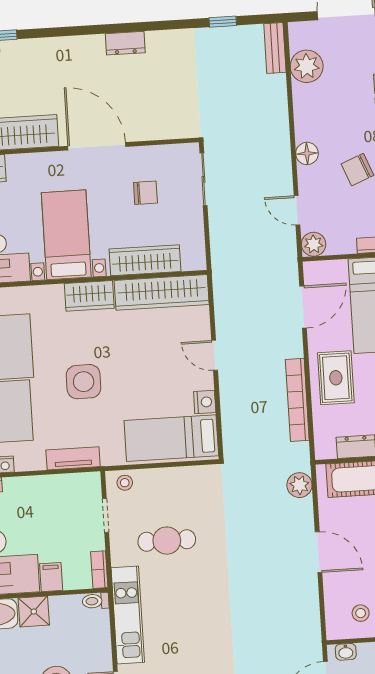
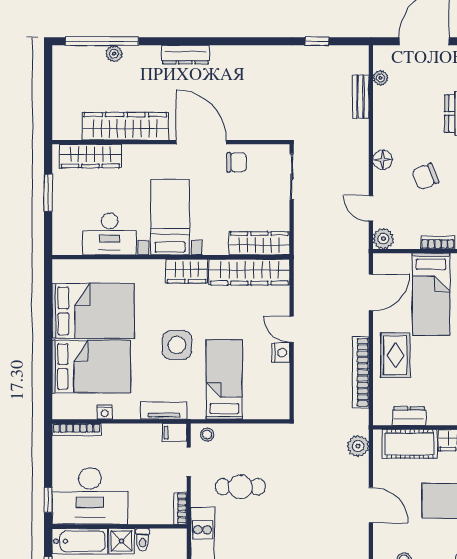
dresser: (125, 43) -> (185, 55), moved, width x1.44
bench: (275, 48) -> (361, 97), moved
plant: (307, 66) -> (380, 78), width x0.53, depth x0.53
chair: (145, 193) -> (237, 162), moved
wardrobe: (145, 260) -> (259, 243), moved
nightstand: (205, 402) -> (281, 353), moved
bed: (171, 438) -> (224, 380), moved, turned 90
filing cabinet: (51, 577) -> (175, 433), moved, turned -90
toilet: (96, 601) -> (143, 540), moved, turned -90

